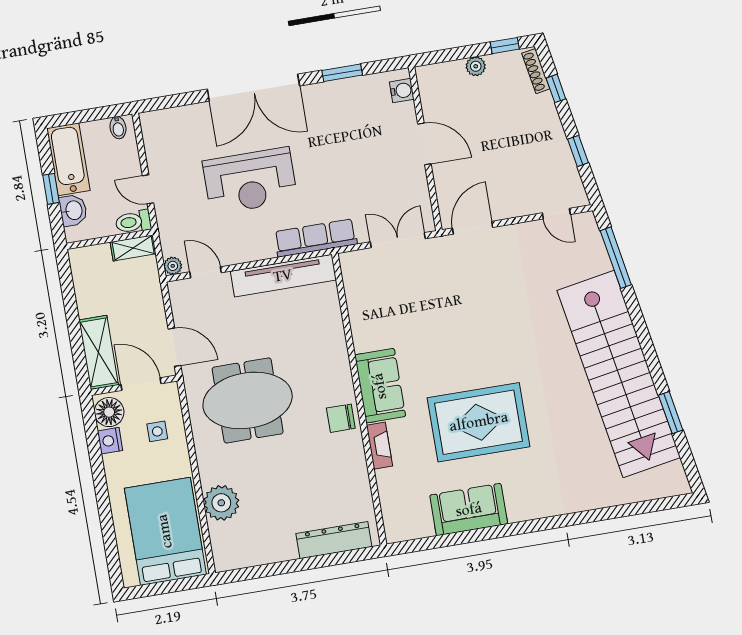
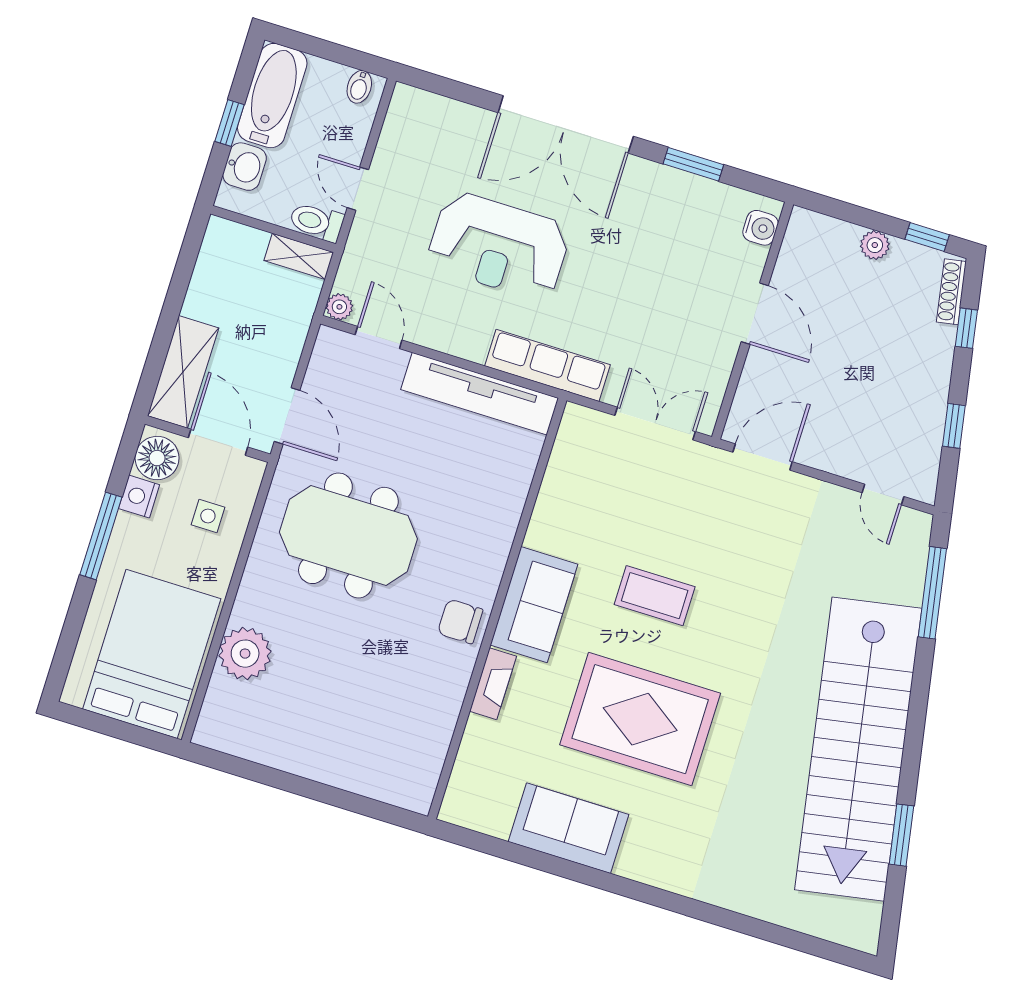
coffee table: (450, 344) -> (655, 596), added
window: (99, 476) -> (101, 536), added
dresser: (334, 540) -> (369, 778), removed

